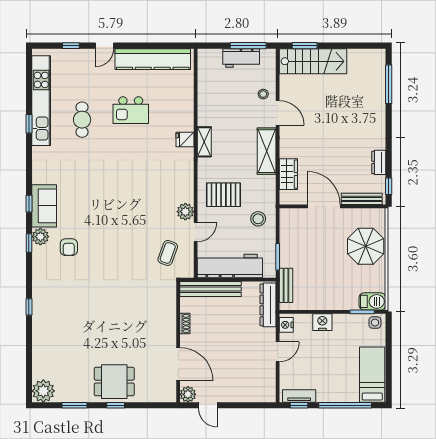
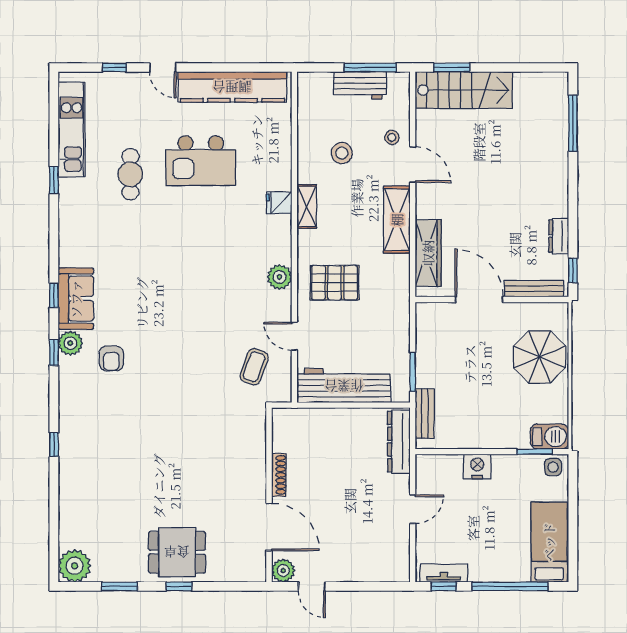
door: (104, 46) -> (163, 68), hinge flipped
kitchen unit: (41, 101) -> (72, 130), width x0.73
kitchen island: (131, 110) -> (201, 161), width x1.37, depth x1.28
wardrobe: (288, 174) -> (428, 253), width x1.50
plant: (185, 212) -> (279, 277), moved
stool: (258, 219) -> (342, 153), moved
door: (196, 232) -> (294, 336), swing flipped
bench: (210, 289) -> (316, 419), removed
shoe rack: (185, 324) -> (279, 475), width x1.43
nightstand: (286, 325) -> (425, 470), removed

